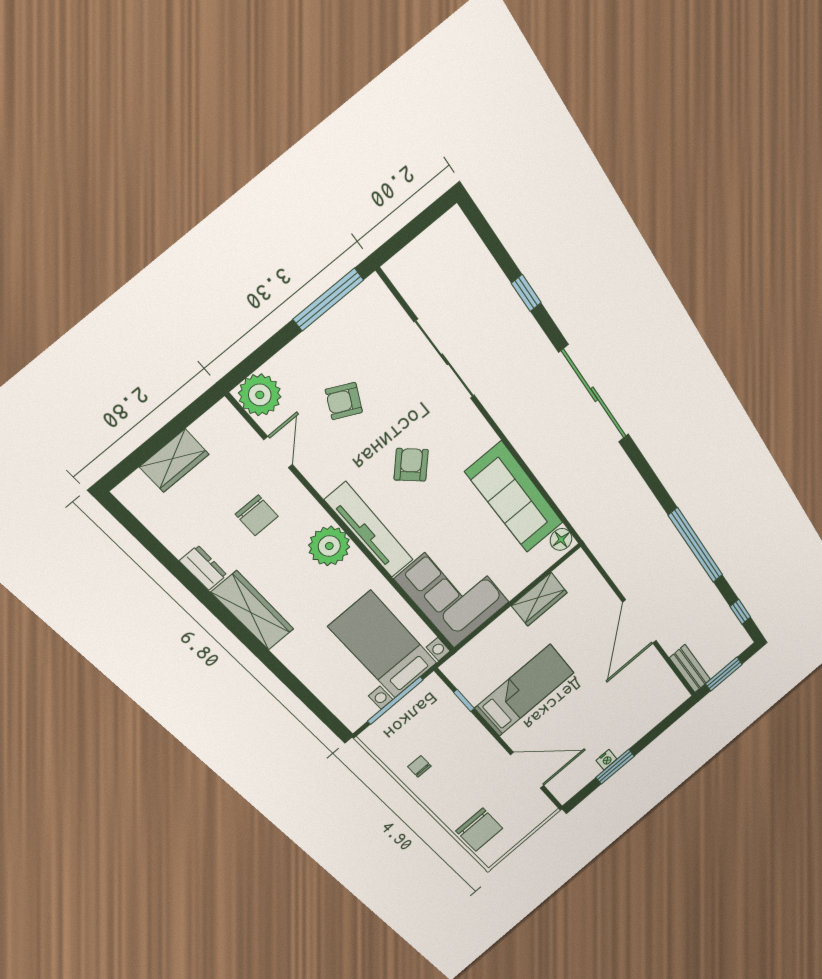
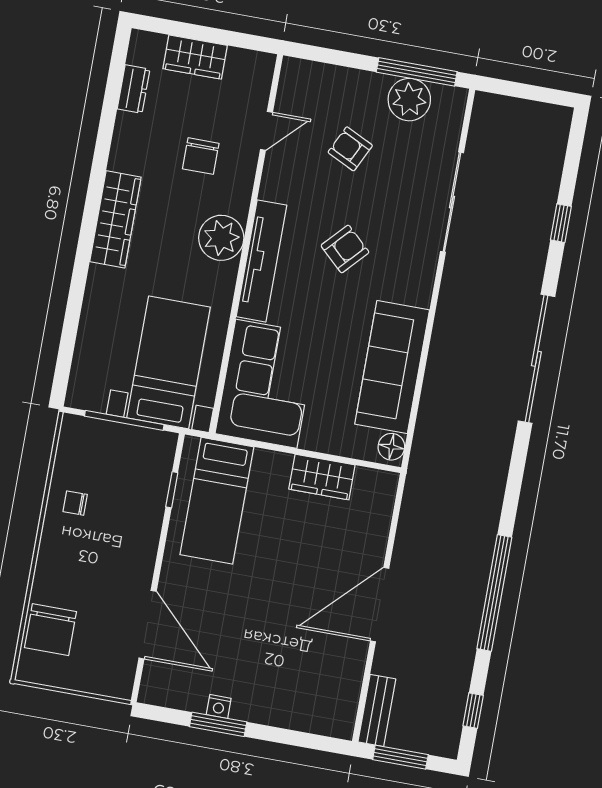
plant: (260, 395) -> (409, 100), moved
dresser: (203, 568) -> (134, 89), moved
bed: (525, 690) -> (217, 501), moved, turned 90
chair: (419, 766) -> (75, 503), turned -90

